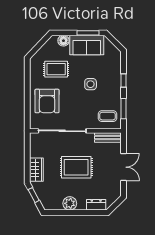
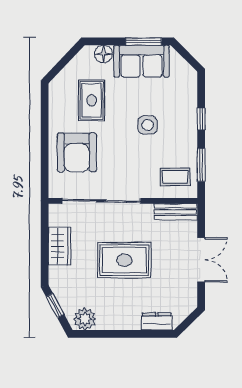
rug: (56, 69) -> (92, 100), turned 90
wardrobe: (36, 170) -> (59, 246), moved
plant: (70, 203) -> (85, 319), moved

